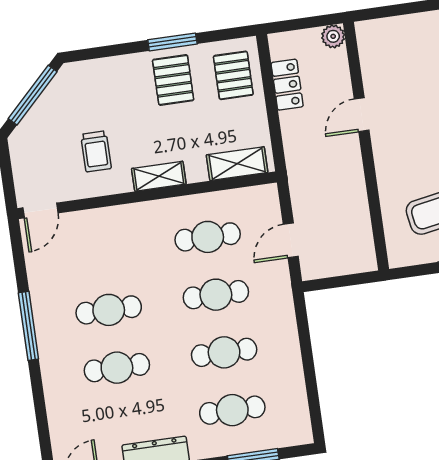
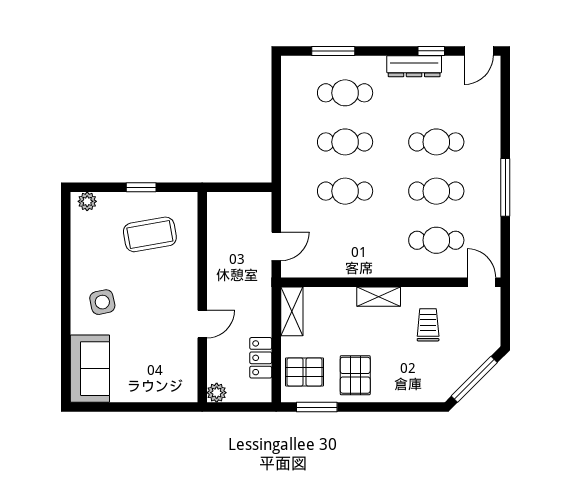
window: (172, 42) -> (317, 407), moved
pallet: (233, 75) -> (305, 372), turned 90
shelving: (237, 164) -> (292, 311), moved, turned 90
door: (40, 210) -> (481, 282), hinge flipped
cafe table: (208, 237) -> (436, 240), moved
door: (291, 240) -> (276, 246), moved

